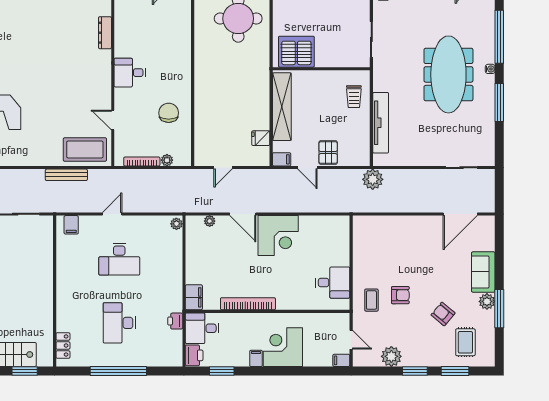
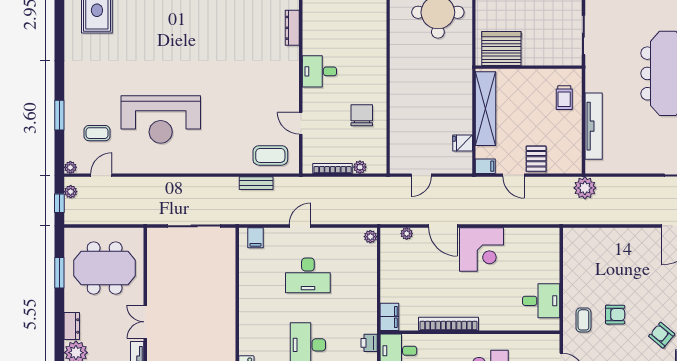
coffee table: (85, 149) -> (270, 155), width x0.73, depth x0.76
bench: (66, 175) -> (256, 183), width x0.73

